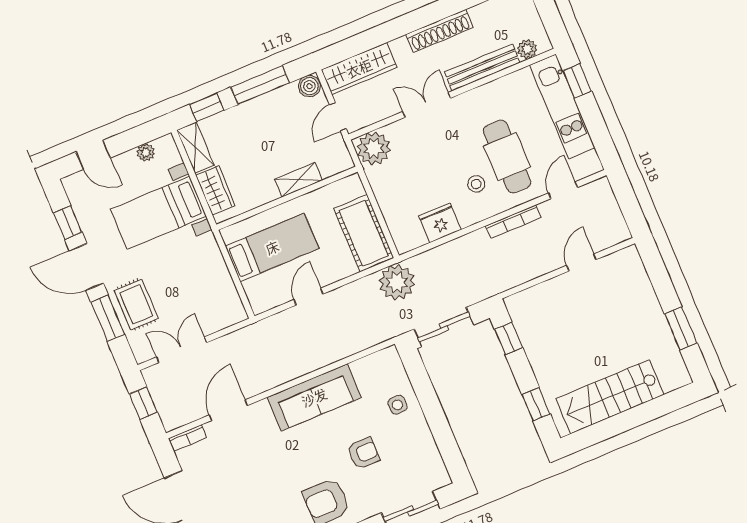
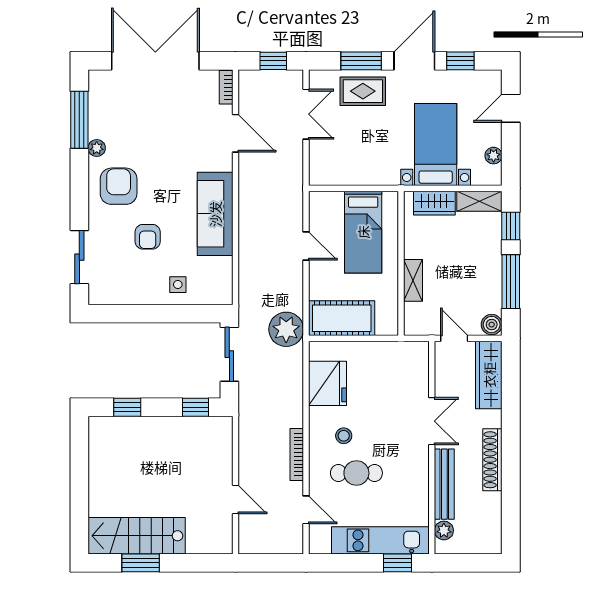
plant: (374, 148) -> (413, 358), removed
cafe table: (507, 157) -> (356, 473), width x0.73, depth x0.74
fridge: (440, 223) -> (328, 383), width x1.36, depth x1.34
stairs: (610, 397) -> (137, 536), moved, turned -90

